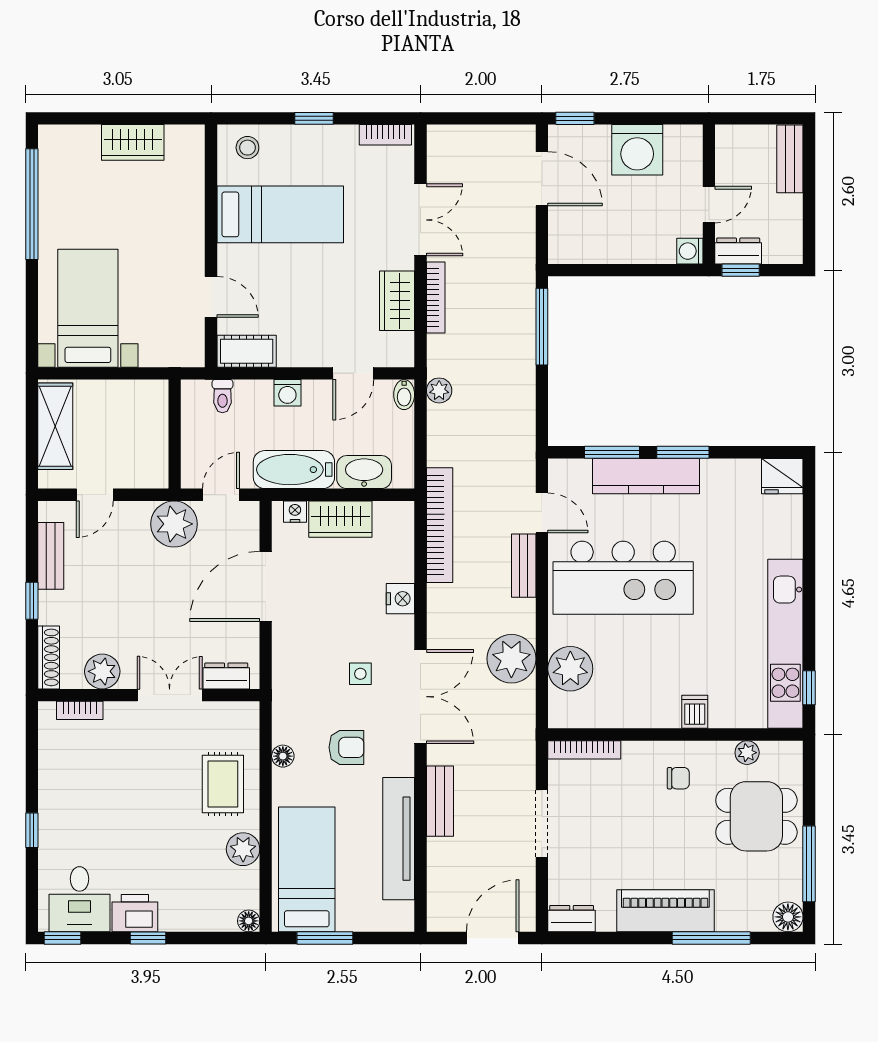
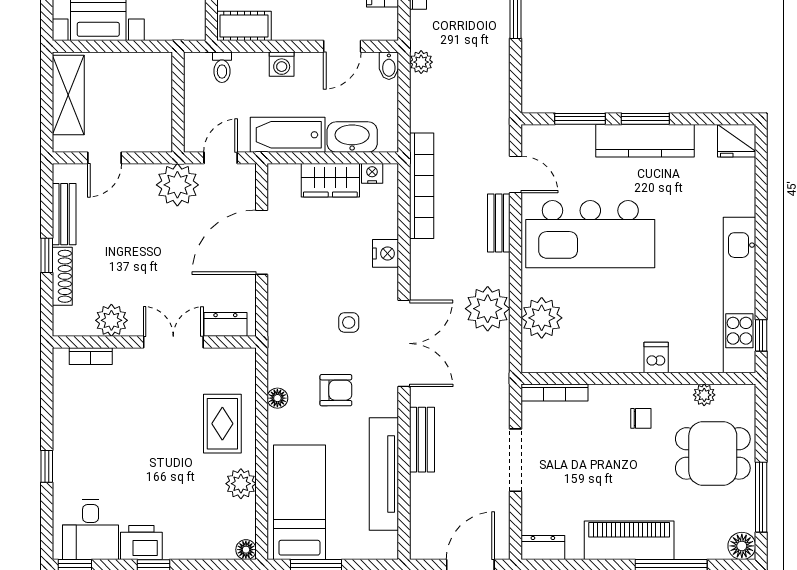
kitchen counter: (646, 476) -> (645, 141), moved
nightstand: (295, 512) -> (372, 173), moved
shoe rack: (49, 657) -> (62, 276), moved

